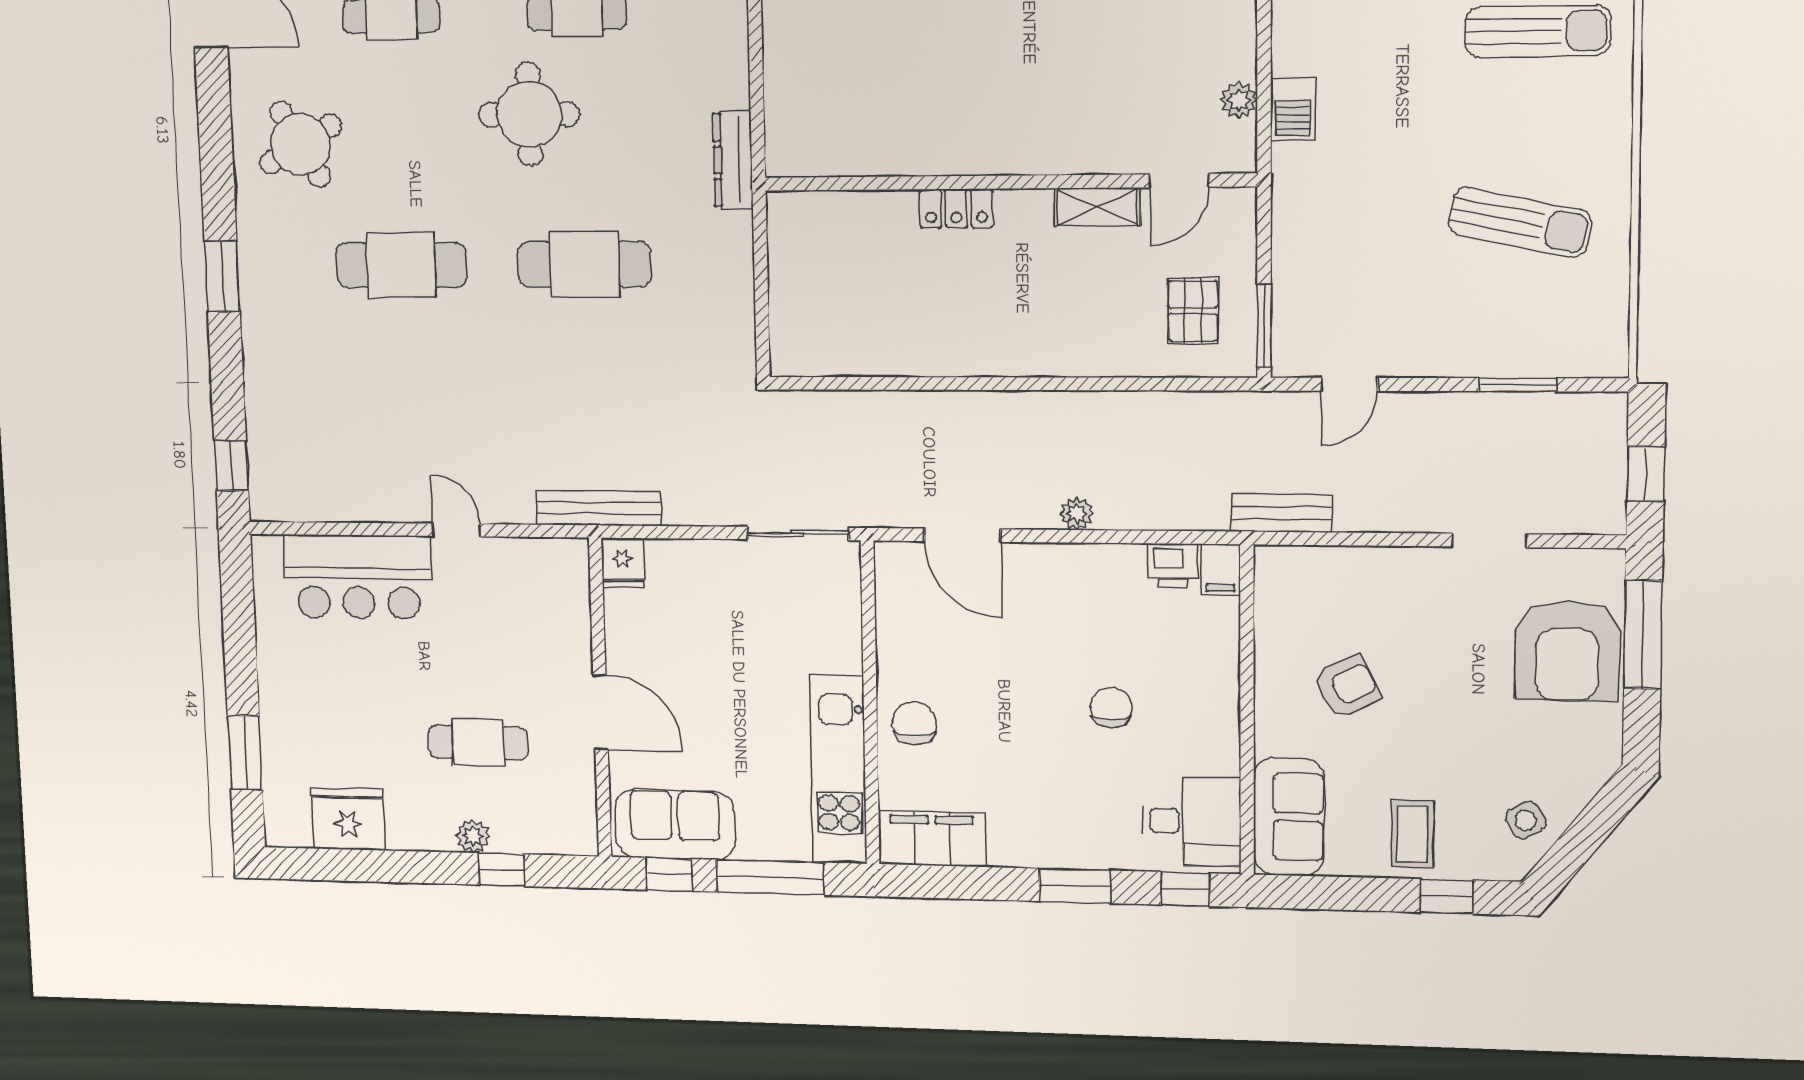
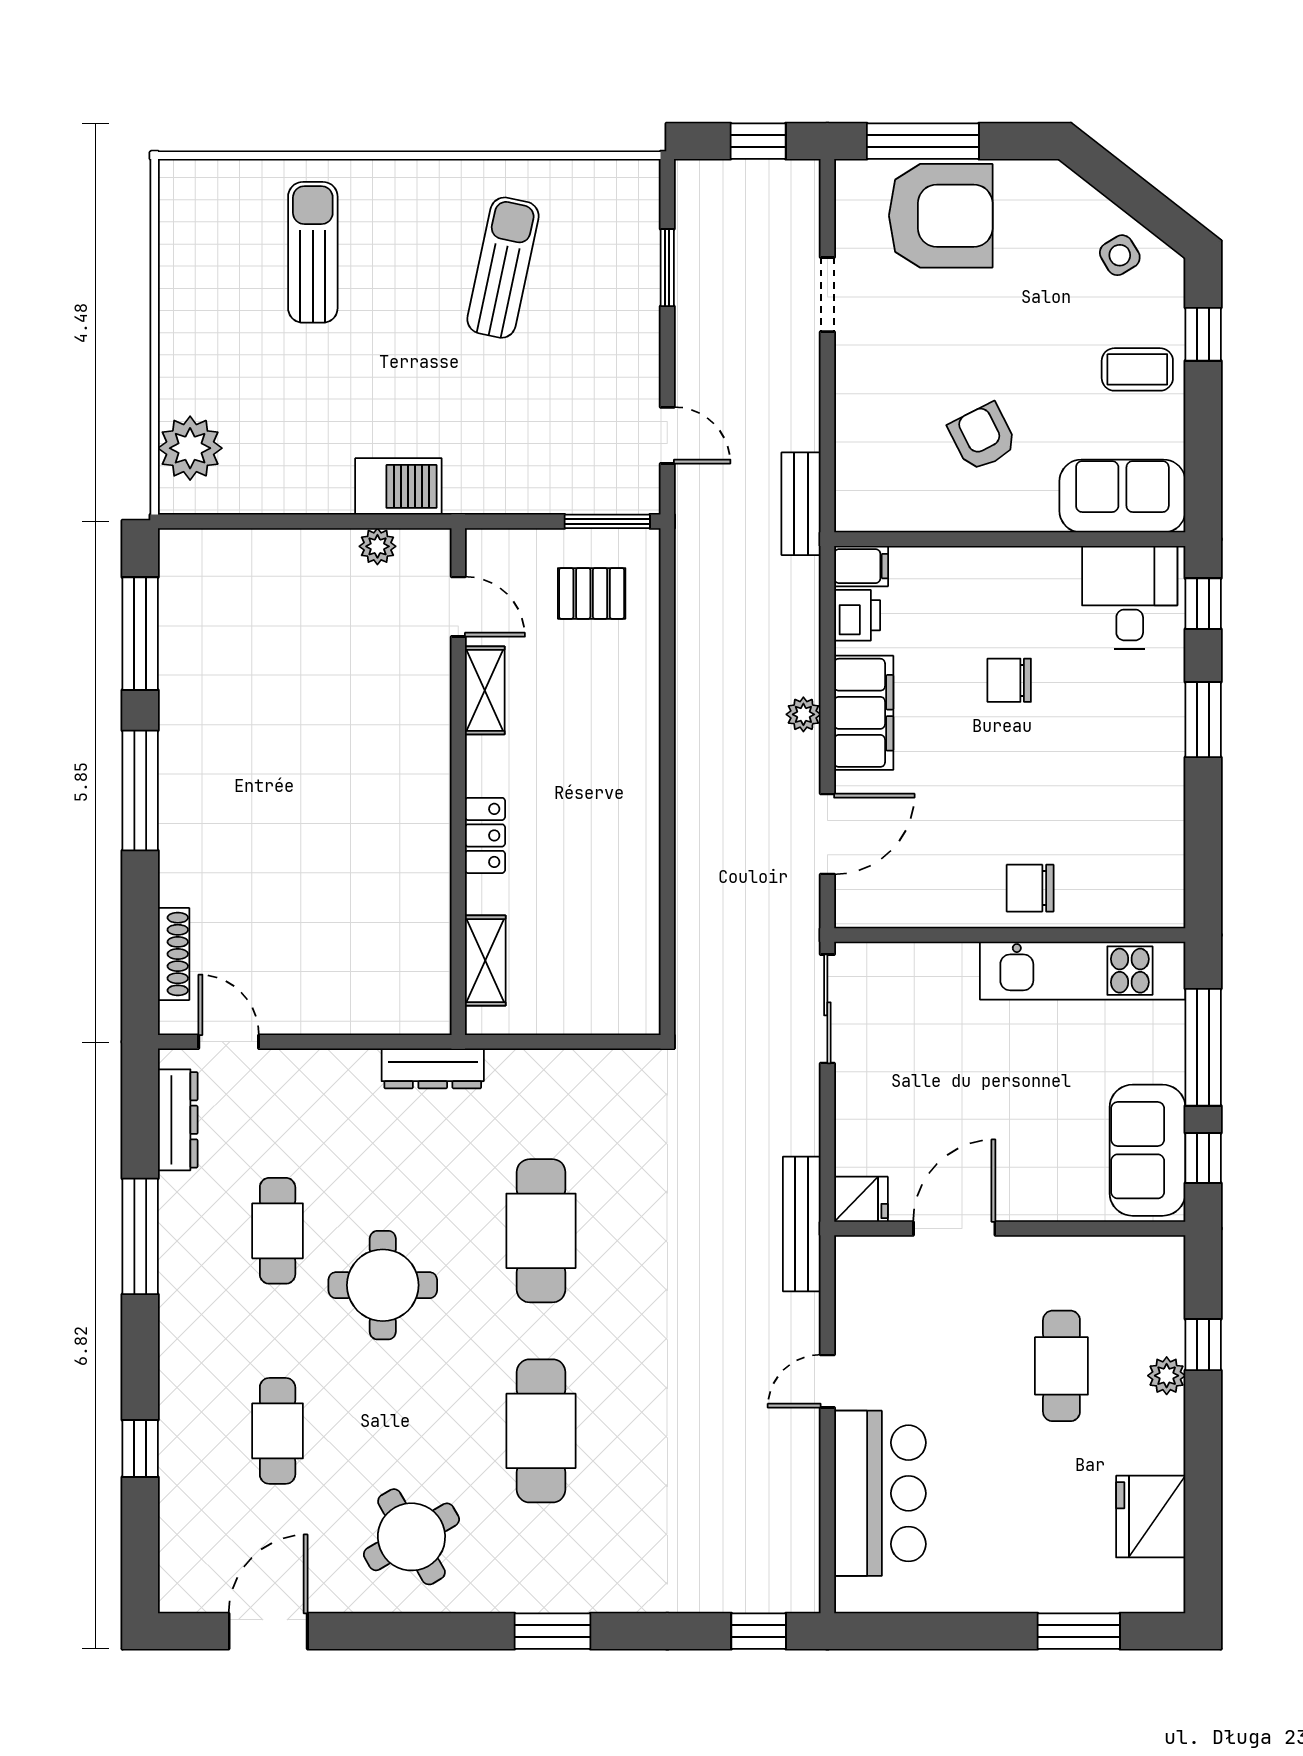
barbecue: (1293, 109) -> (398, 486), width x1.38, depth x1.27
shelving: (836, 210) -> (485, 961), added
door: (601, 712) -> (954, 1229), moved
filing cabinet: (932, 839) -> (864, 713), moved, turned 180

